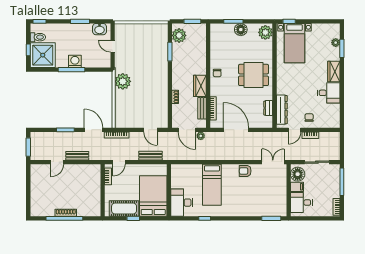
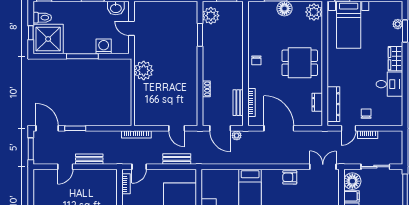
washing machine: (75, 61) -> (104, 46), moved
wardrobe: (200, 86) -> (236, 76), removed
door: (93, 130) -> (47, 128), moved

